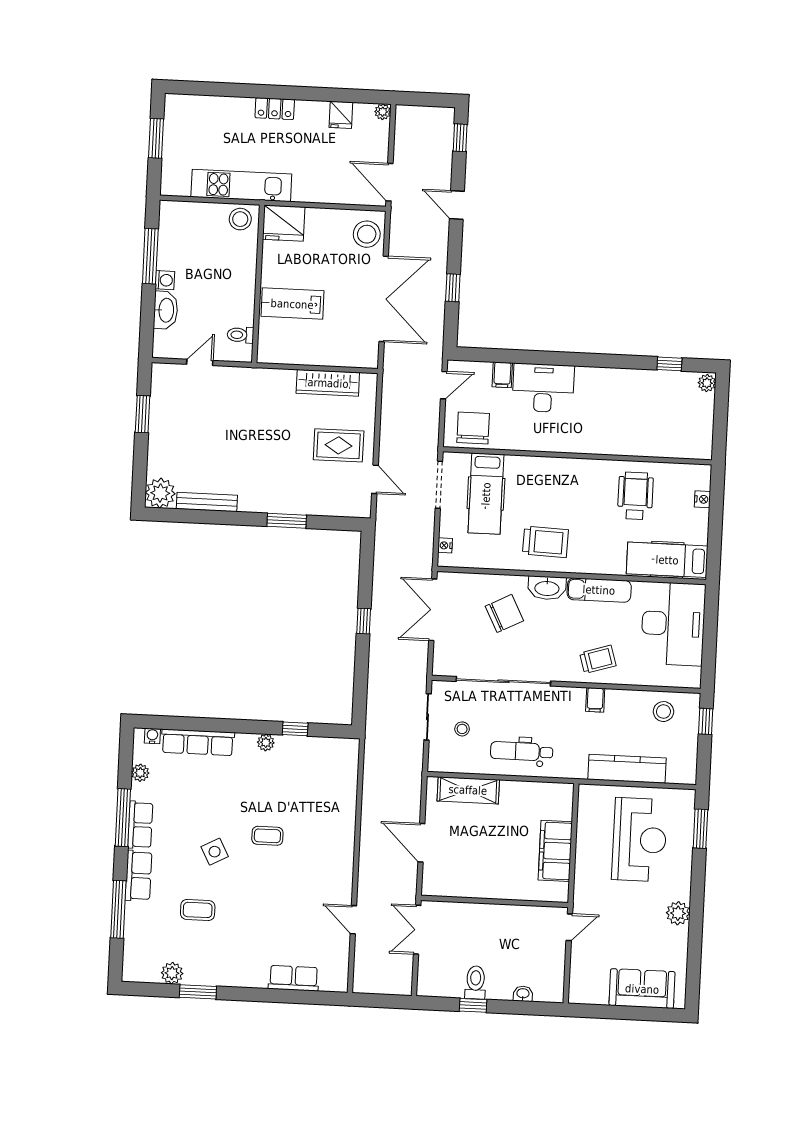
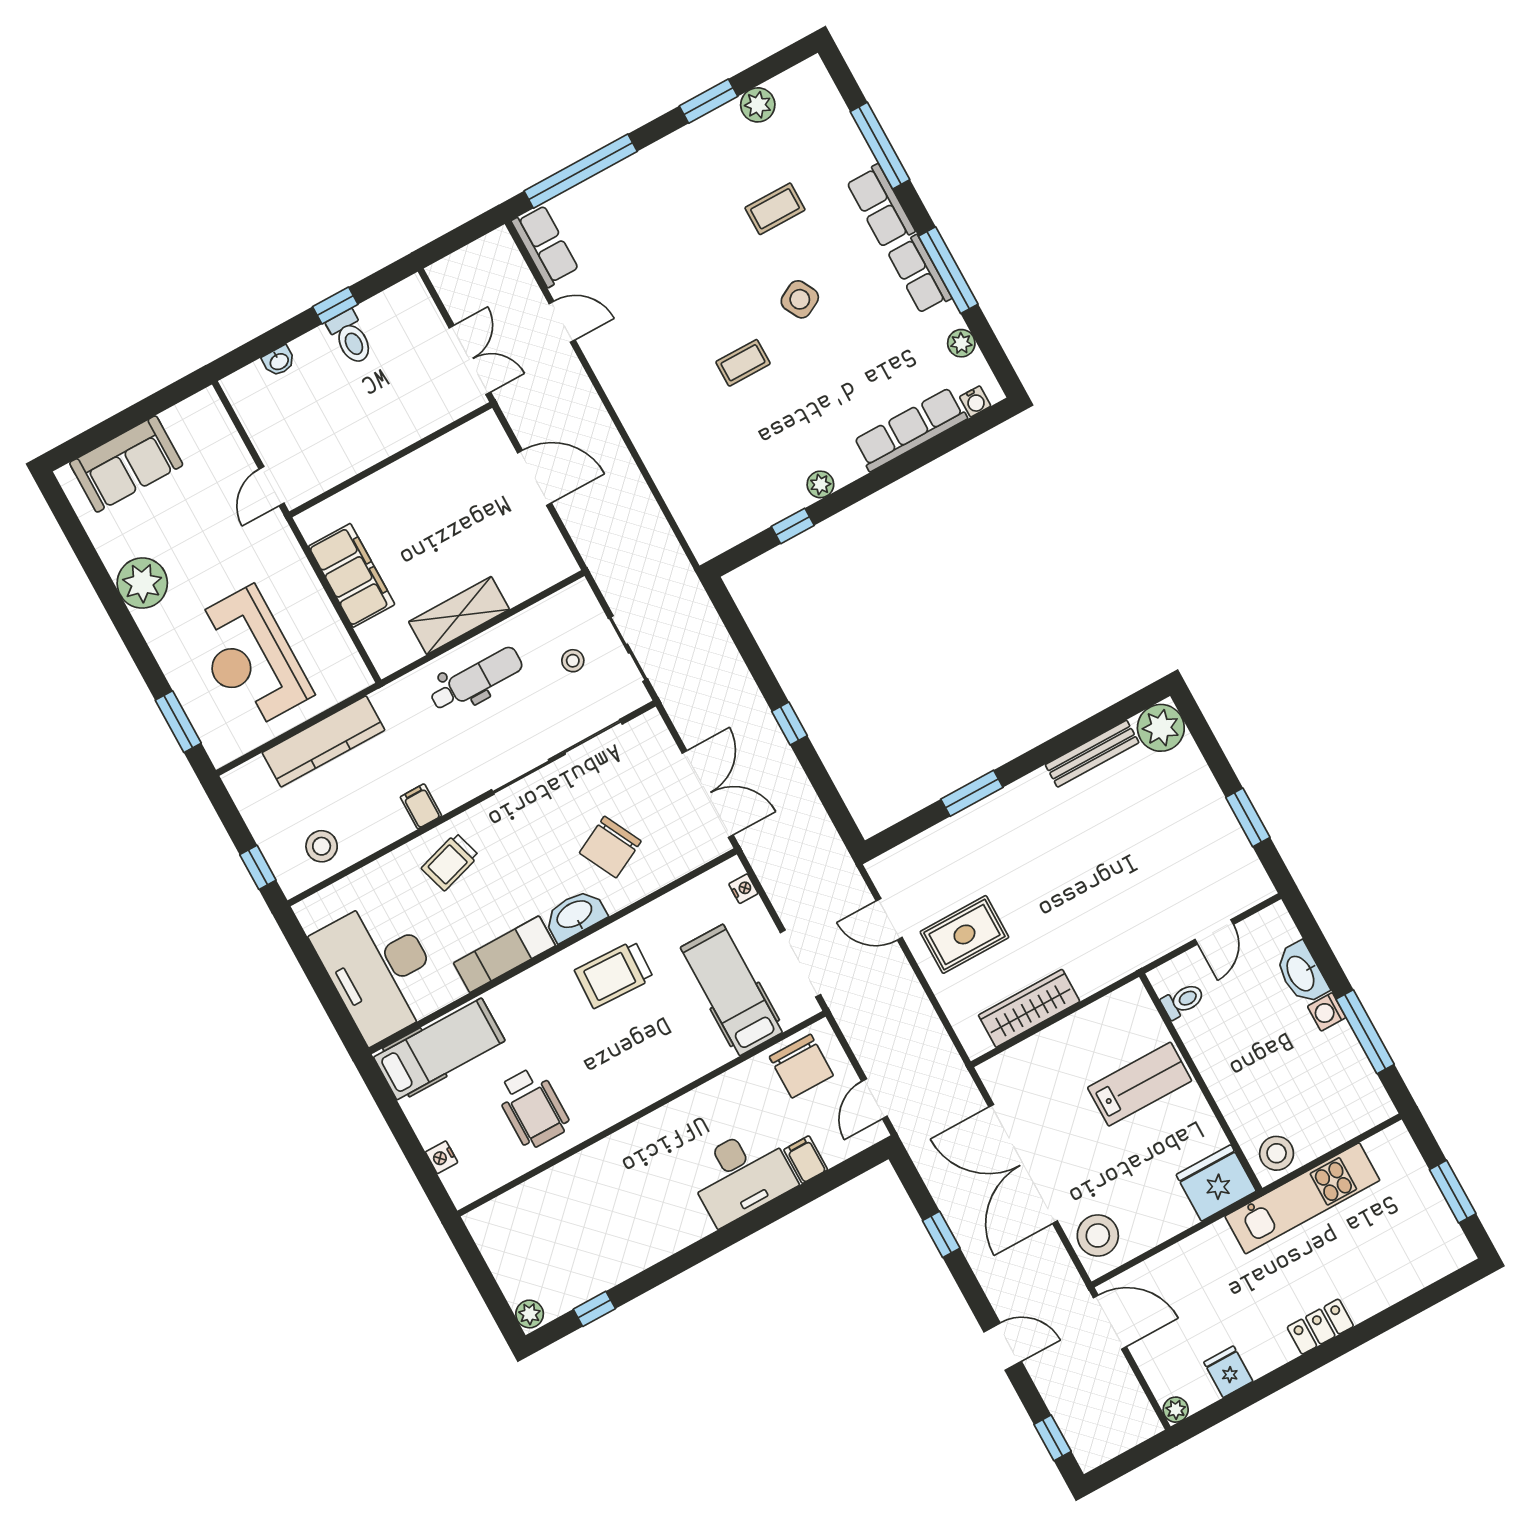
shelving: (468, 790) -> (459, 615), moved
plant: (678, 913) -> (142, 583), width x1.36, depth x1.36
row of seats: (294, 978) -> (545, 246), moved, turned -90
window: (292, 996) -> (581, 171), added

